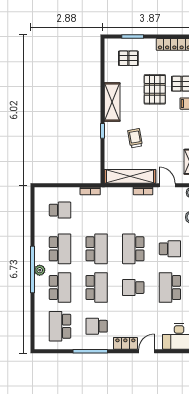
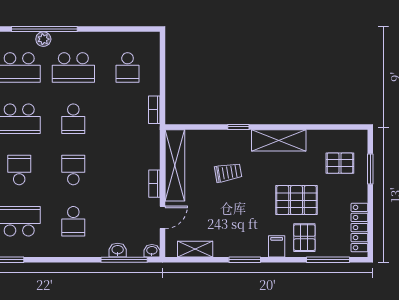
pallet: (128, 58) -> (340, 163), turned 90
school desk: (97, 249) -> (73, 119), width x0.54
school desk: (133, 249) -> (73, 170), width x0.54

